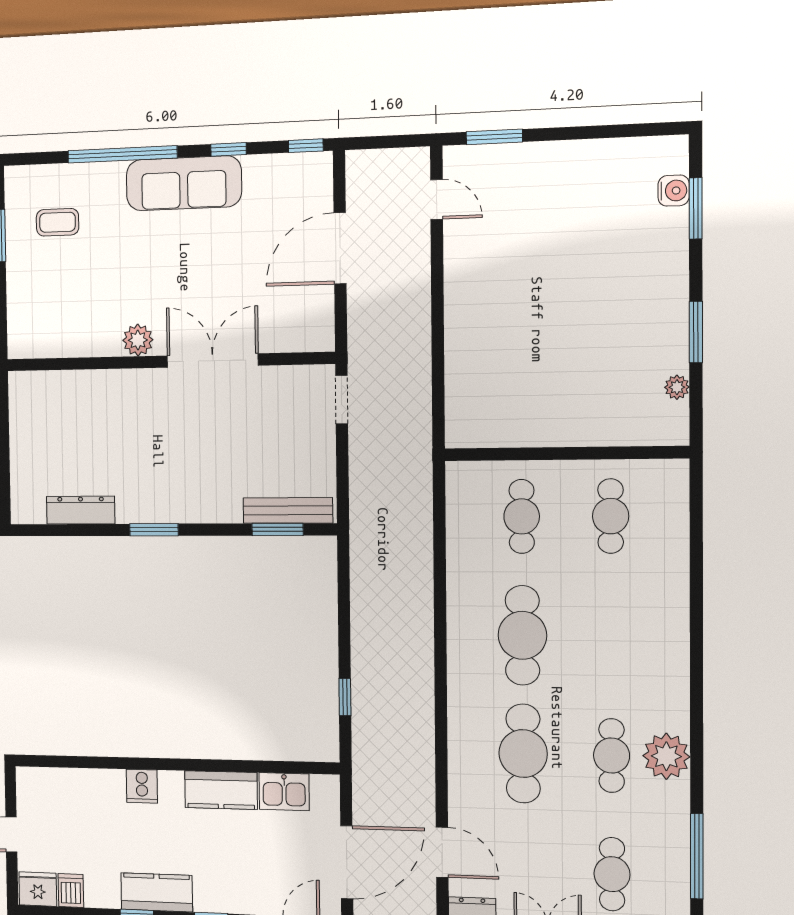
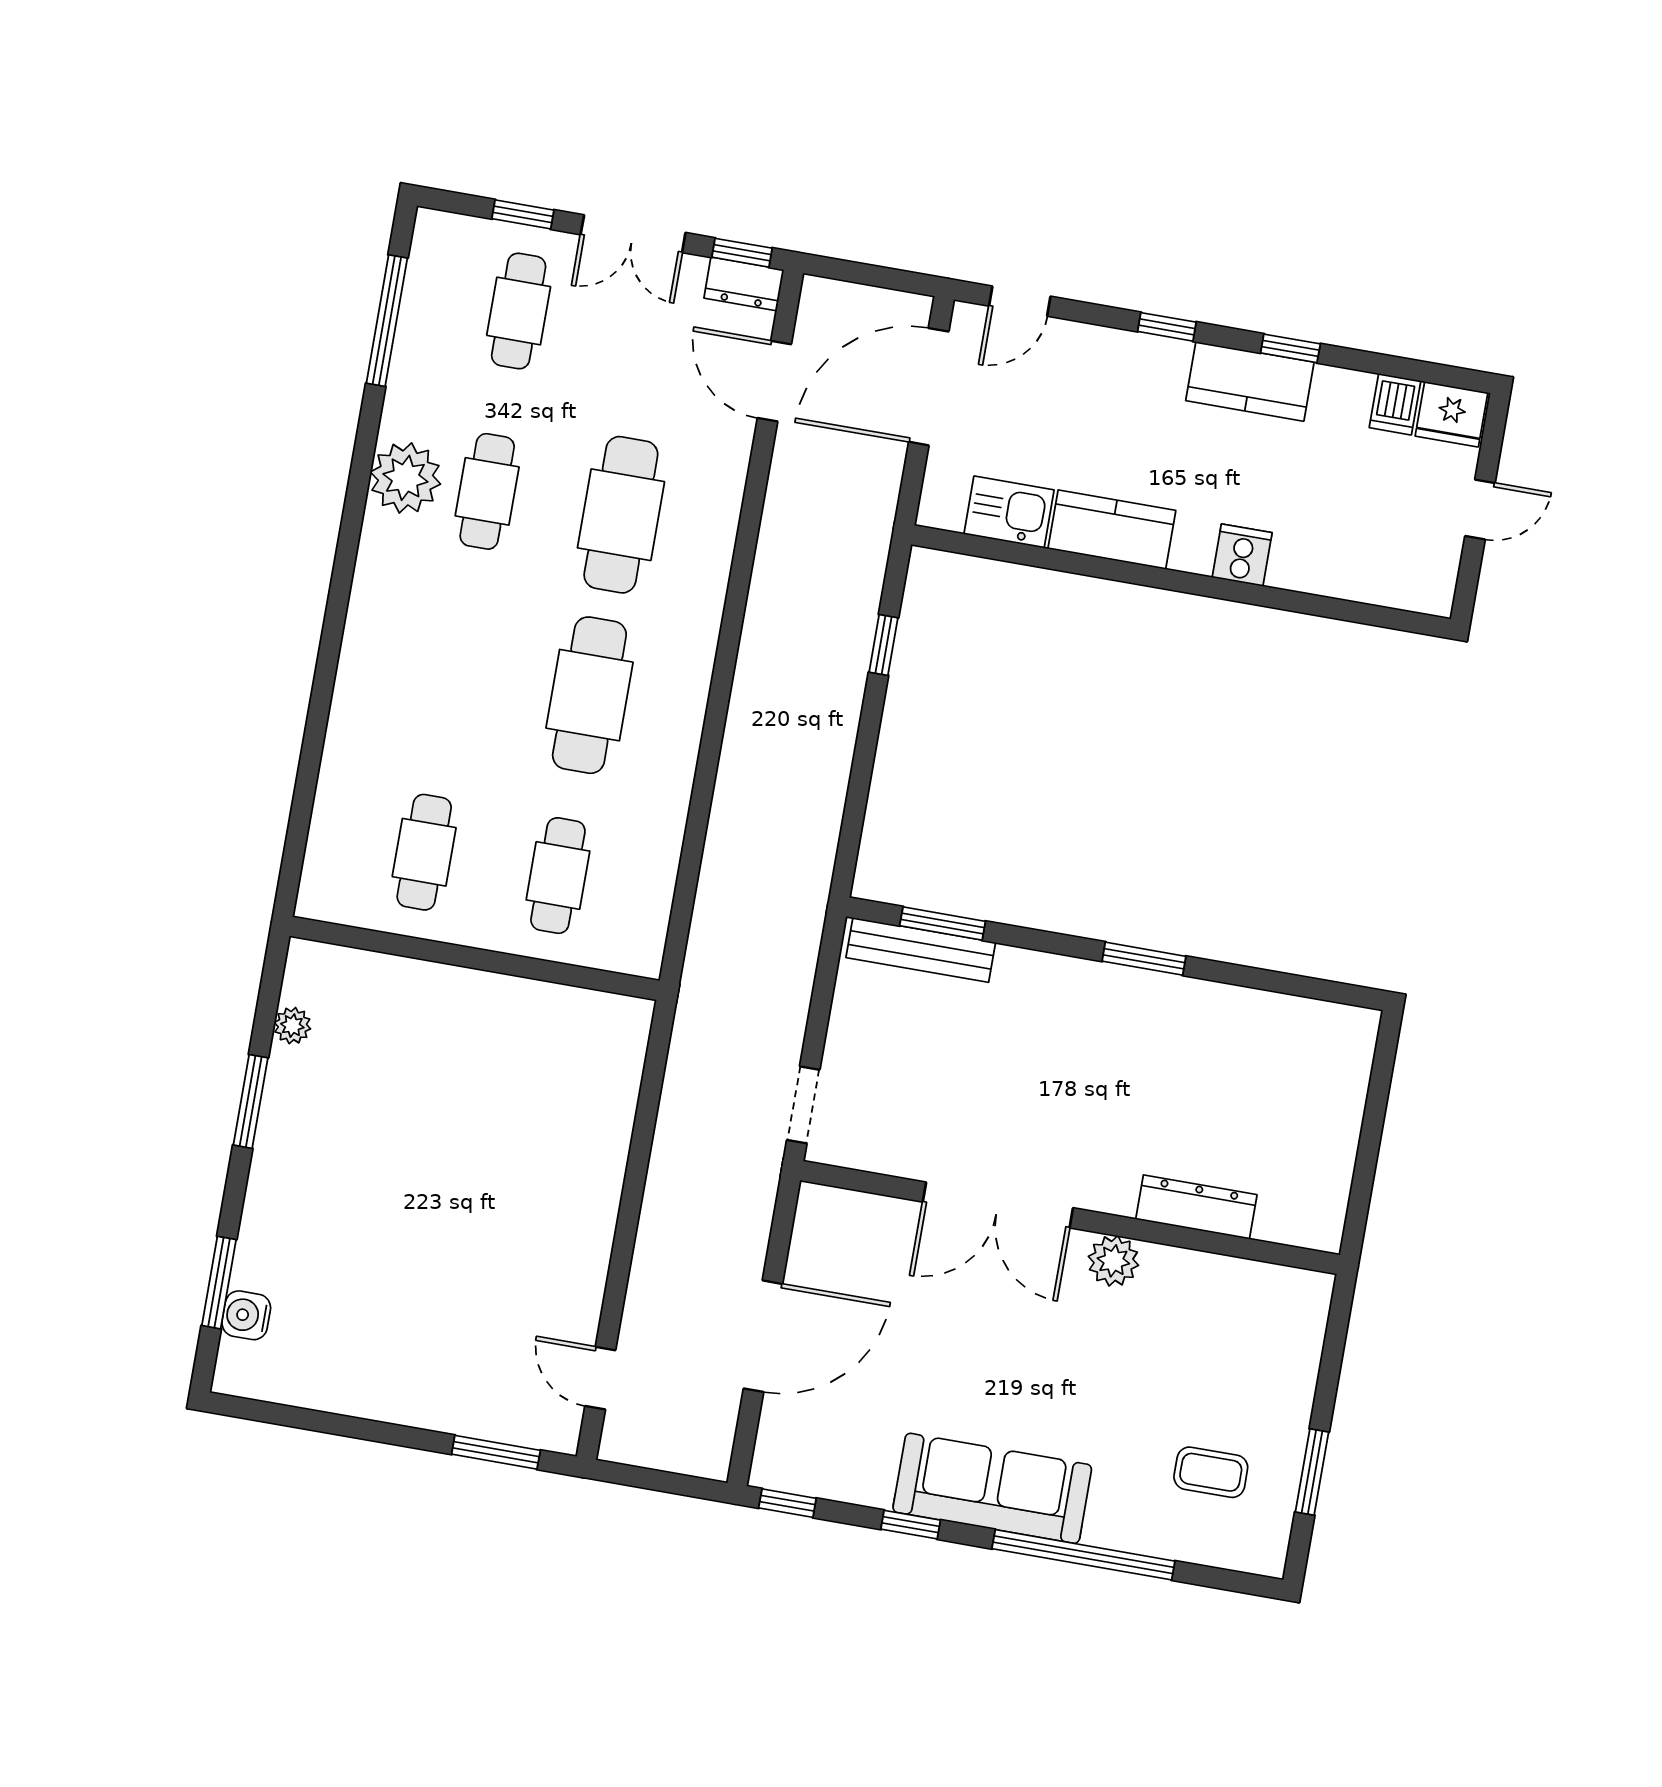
dresser: (81, 510) -> (1196, 1207), moved, turned 180

